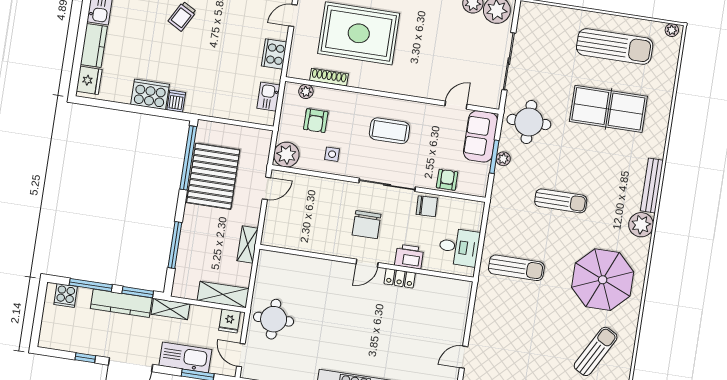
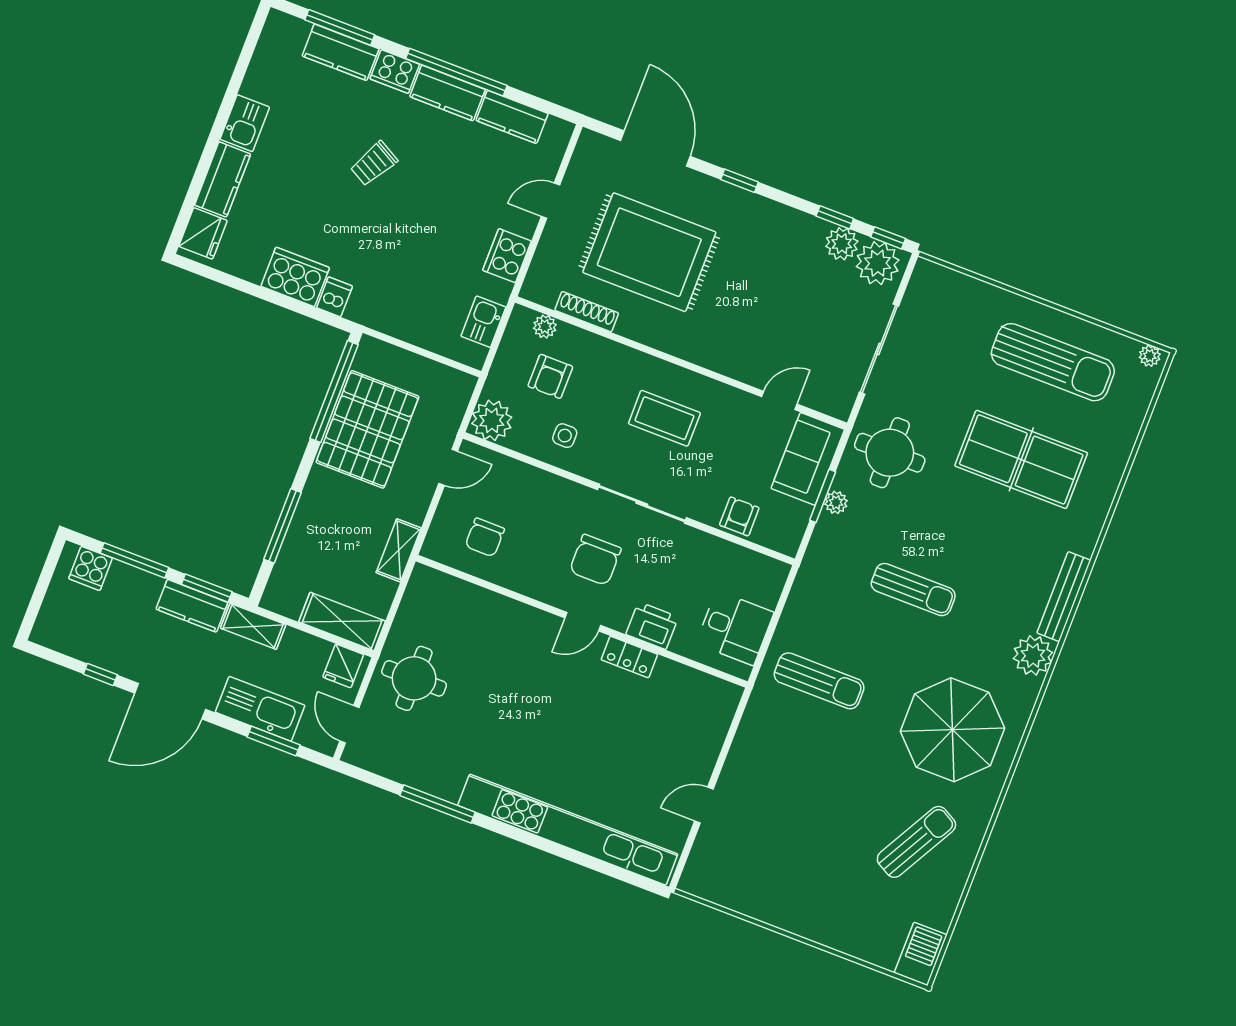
chair: (427, 206) -> (485, 537), moved, turned 92
kitchen counter: (121, 303) -> (192, 606), width x0.67

